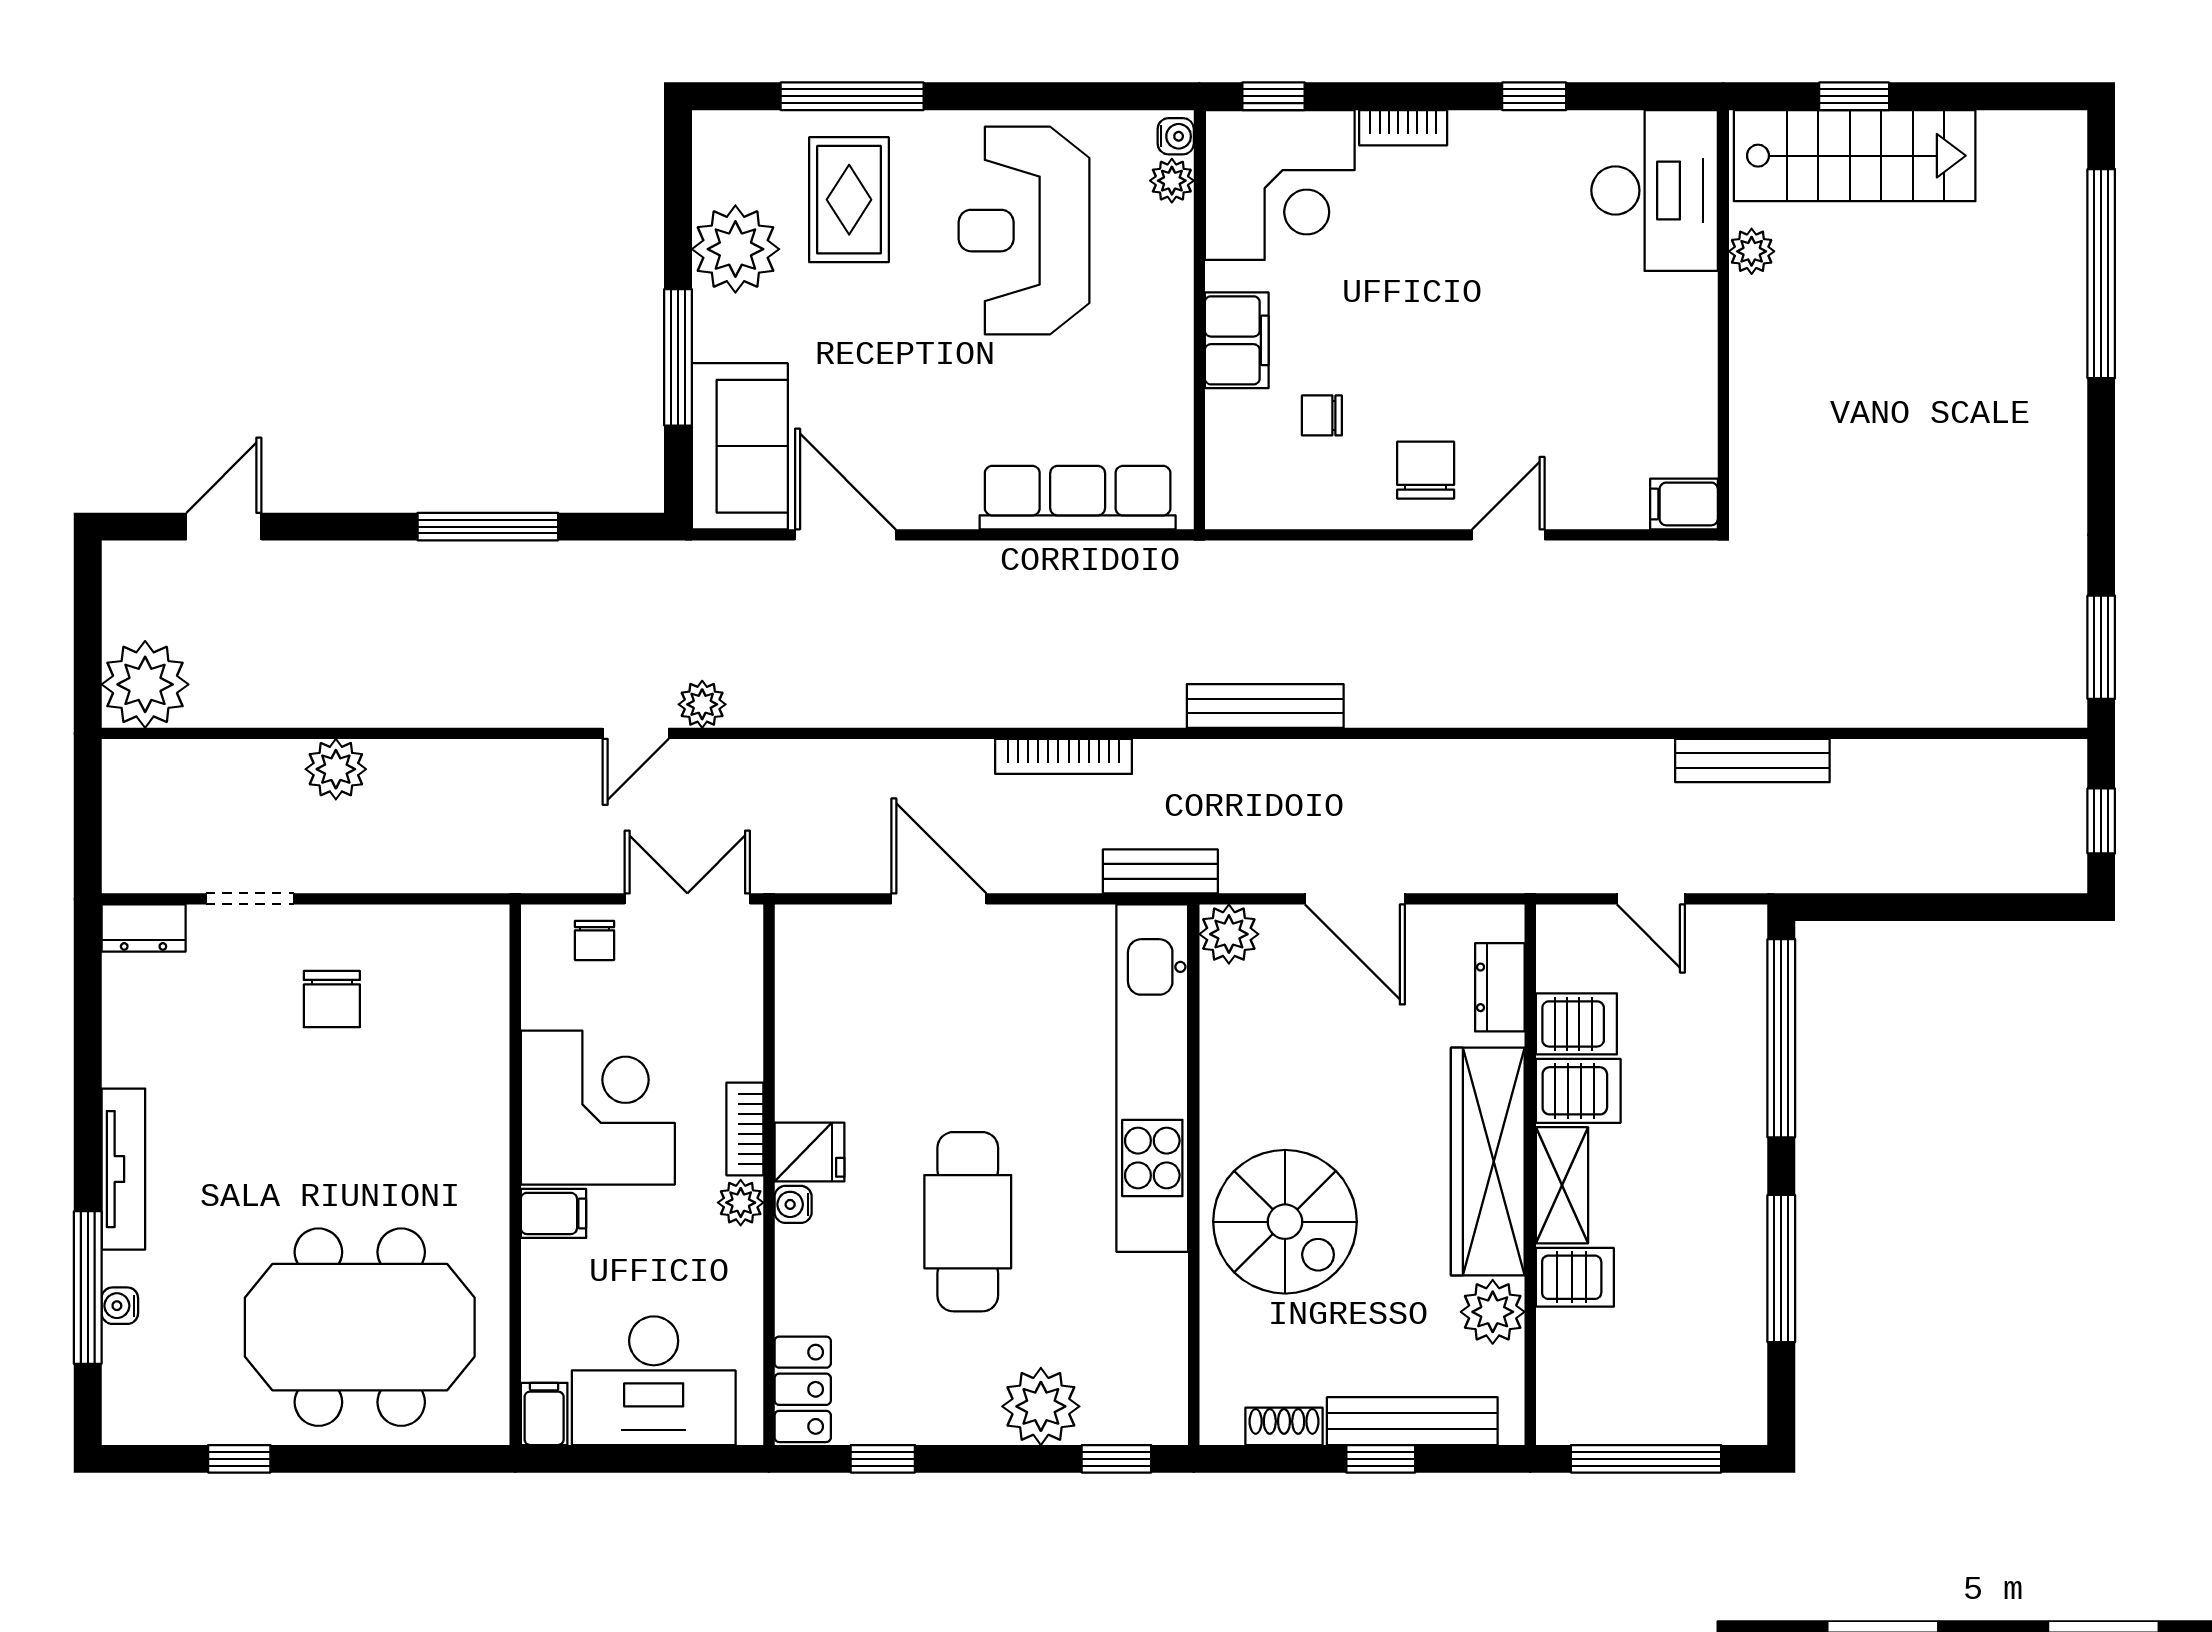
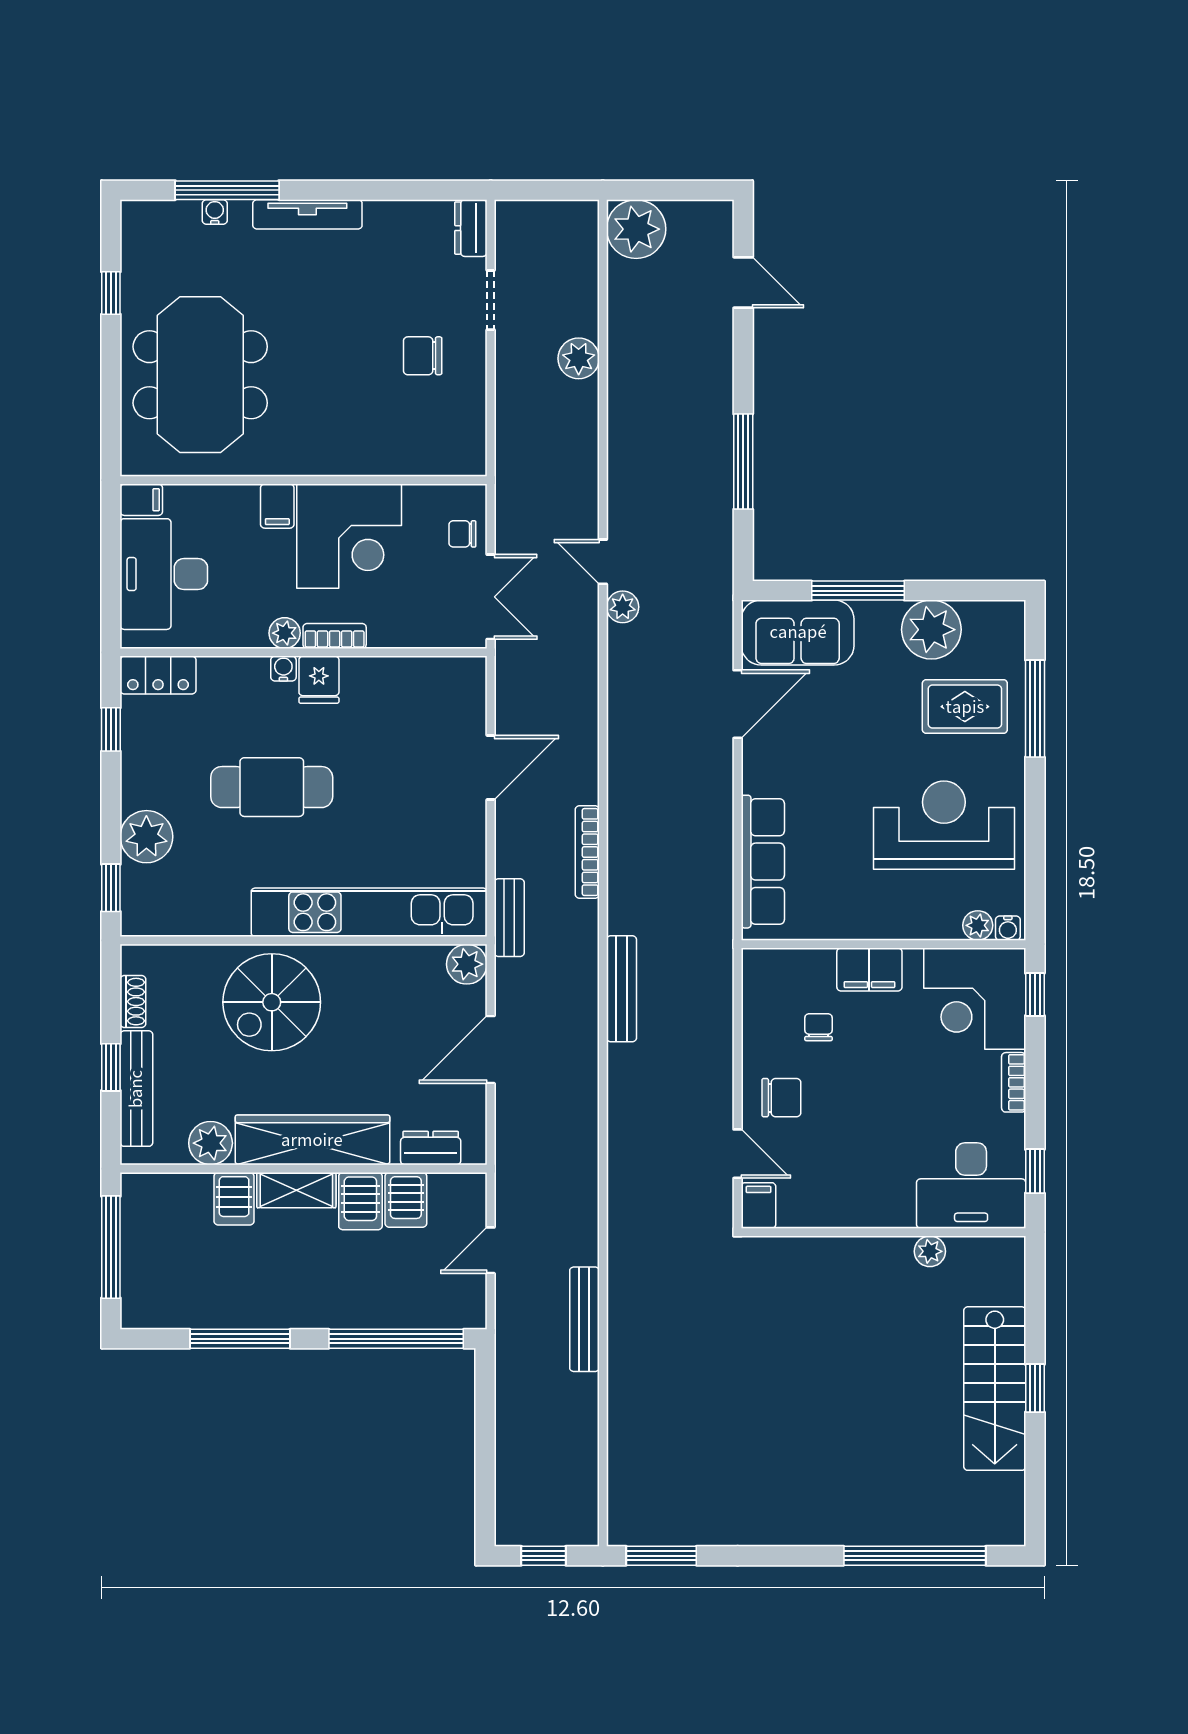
desk: (1655, 190) -> (971, 1186), moved
plant: (1752, 251) -> (930, 1251), moved
wall: (1723, 320) -> (883, 1232), moved
filing cabinet: (1684, 504) -> (758, 1205), moved

